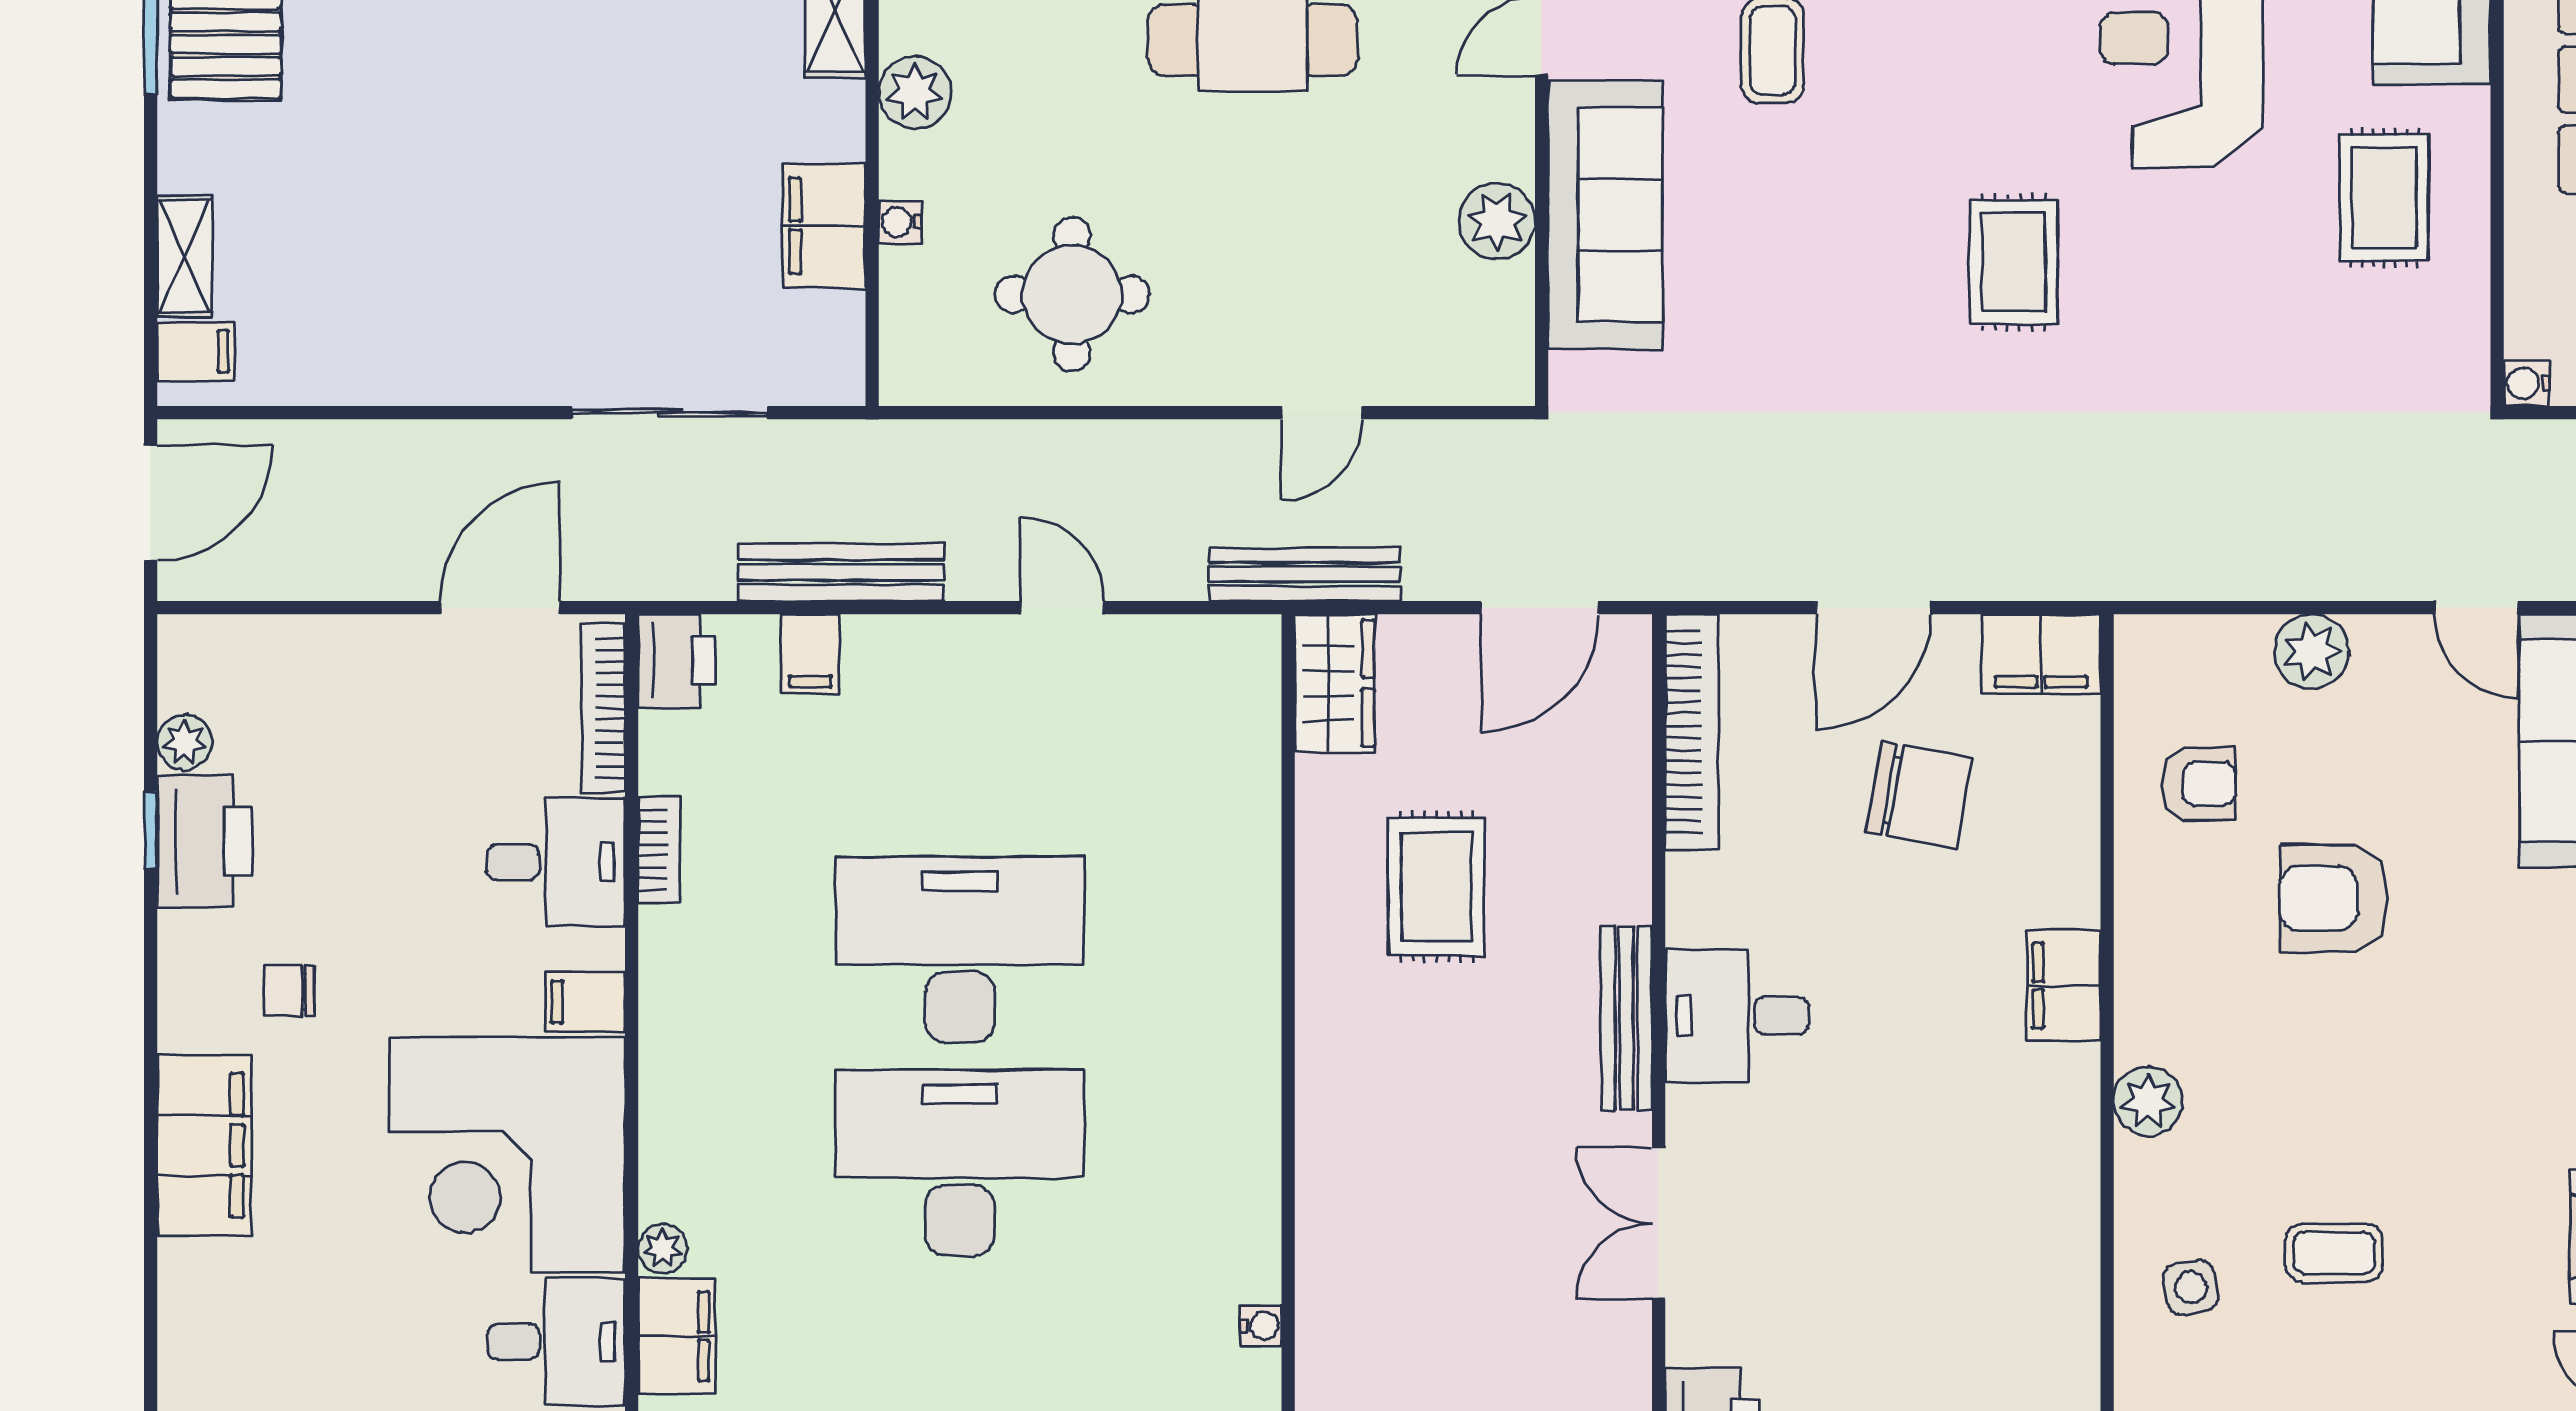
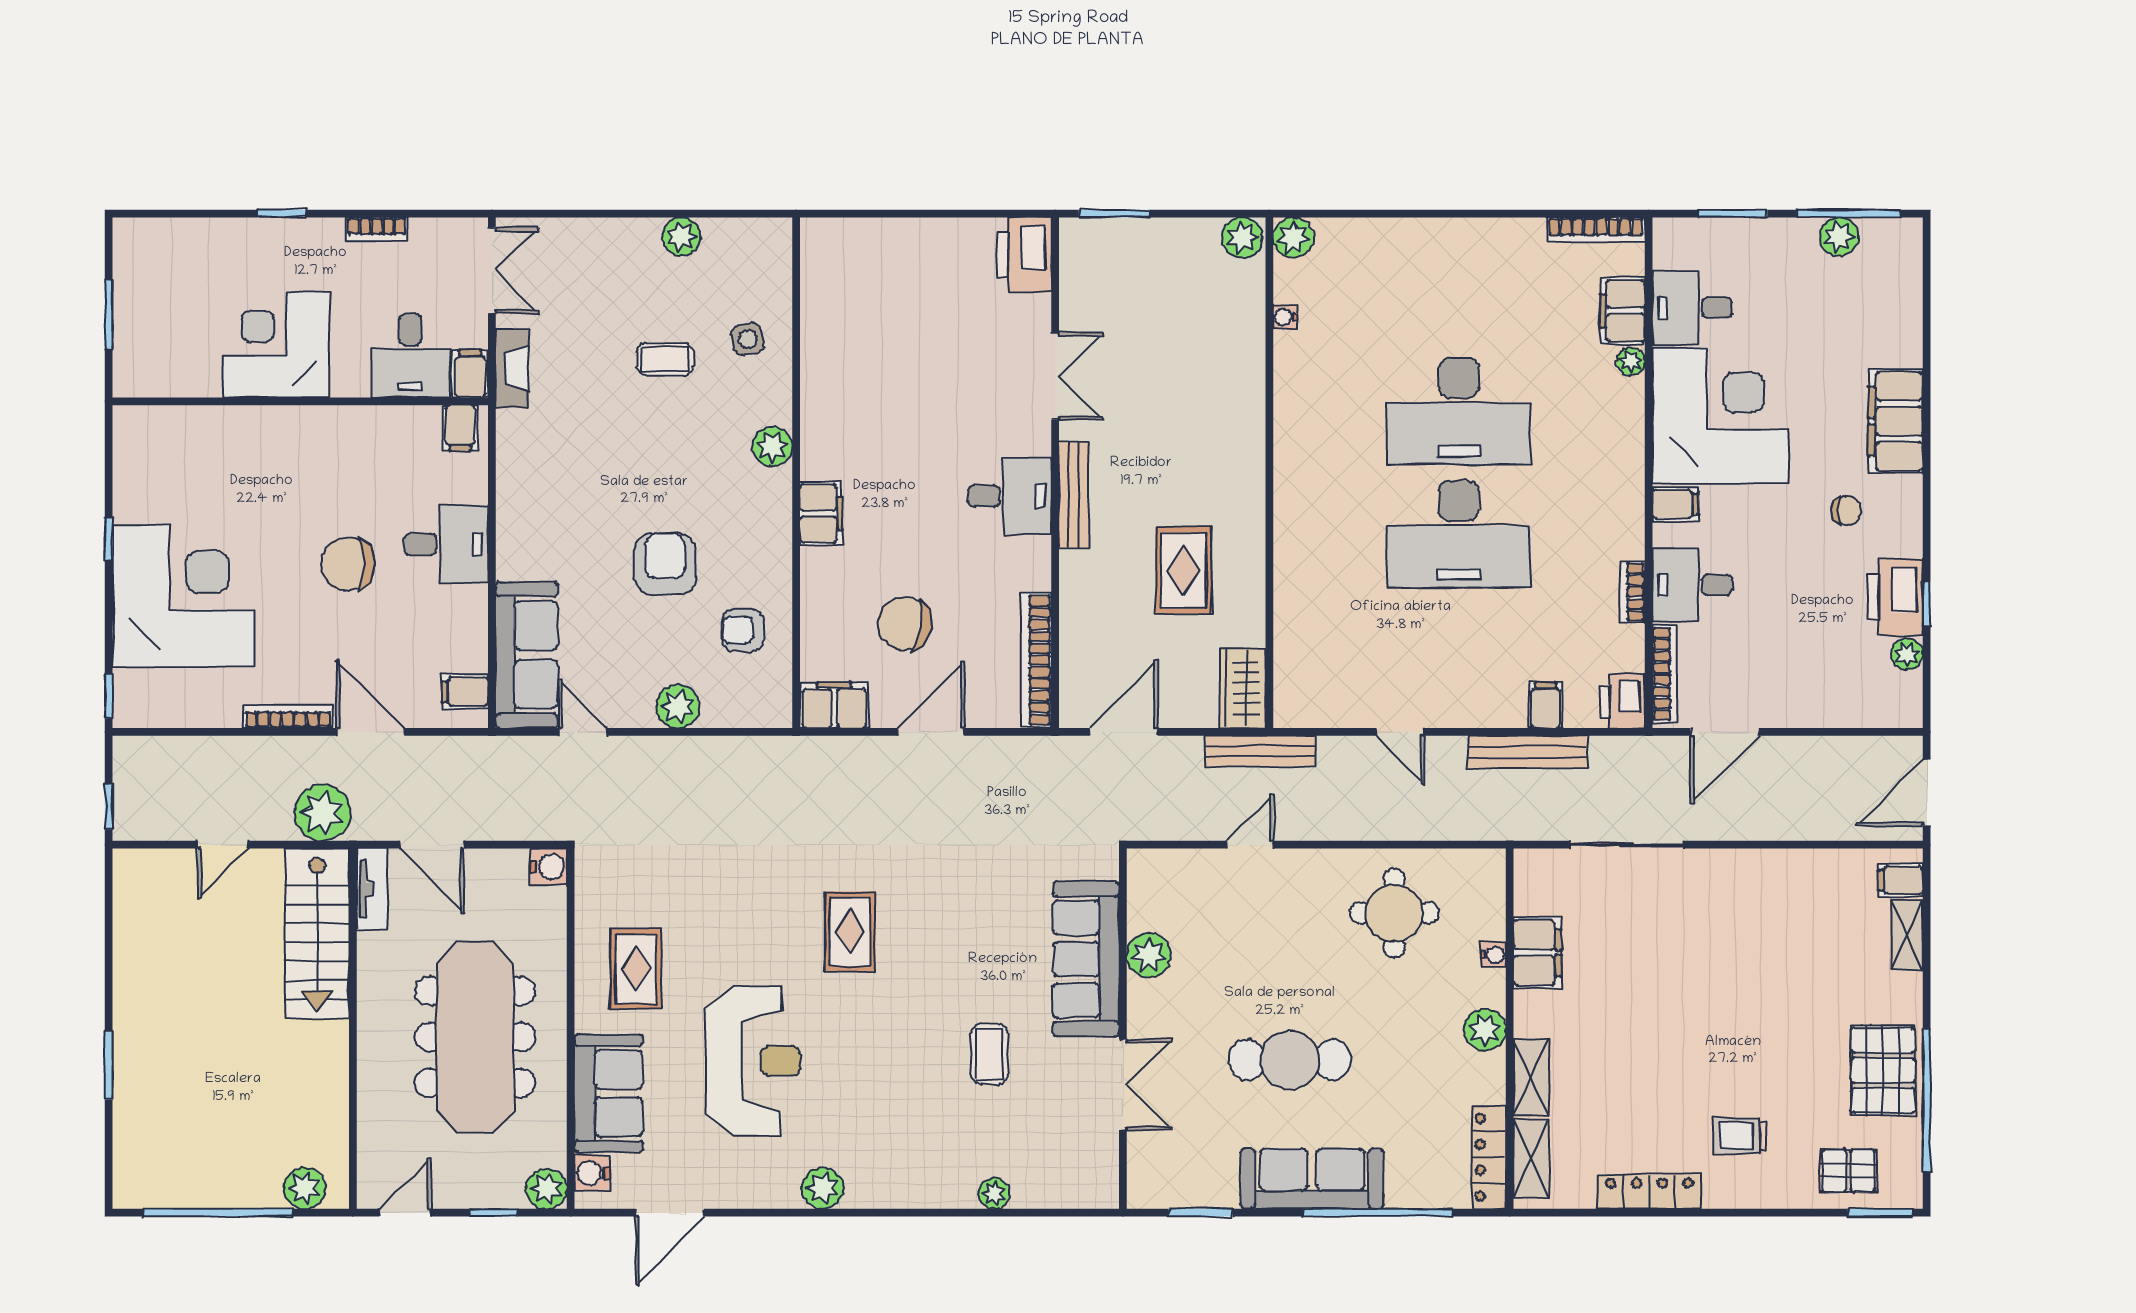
water cooler: (2527, 383) -> (549, 867), width x1.38, depth x1.38
armchair: (2334, 898) -> (665, 564), turned -90

